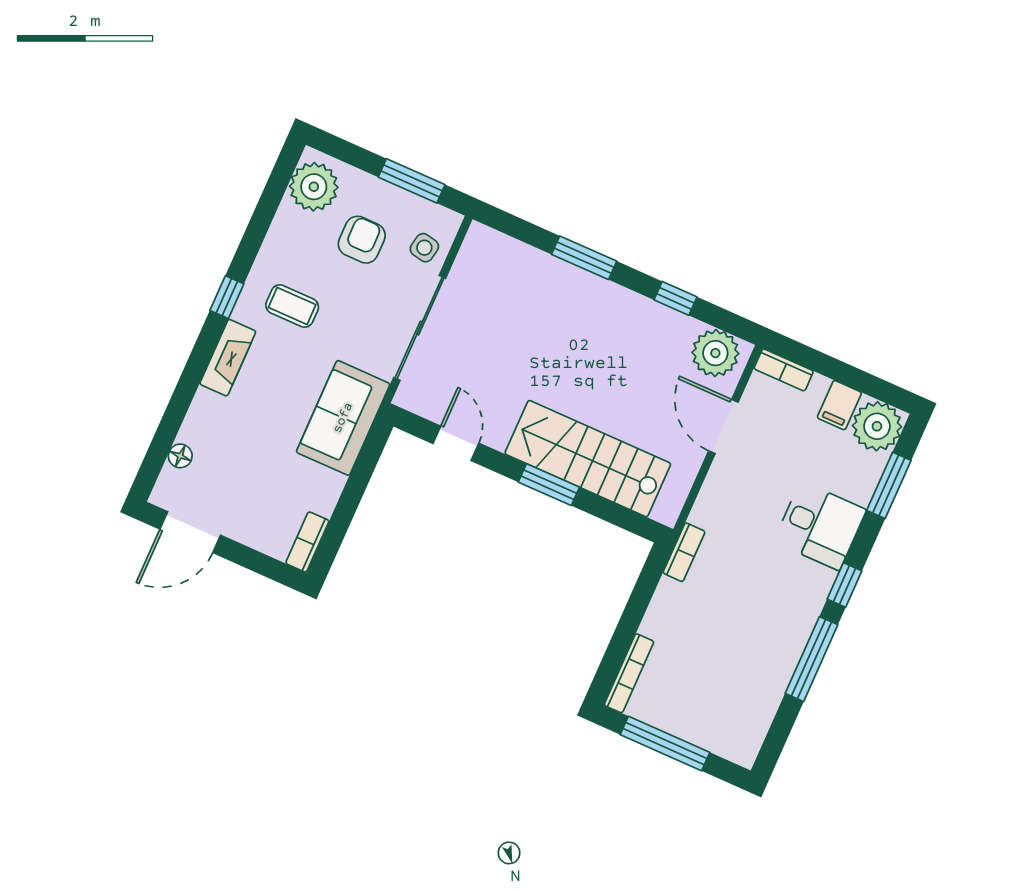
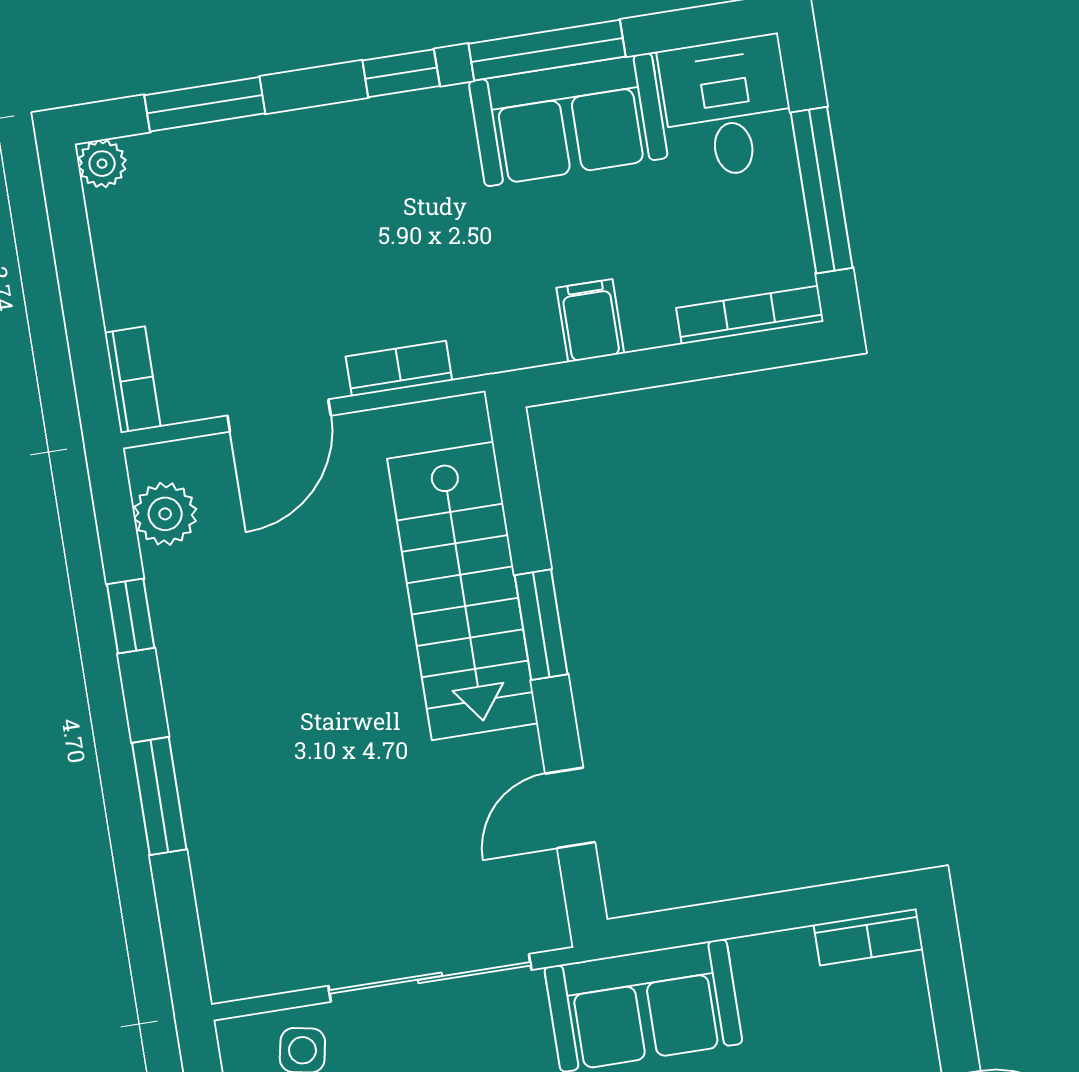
plant: (715, 353) -> (165, 514), width x0.73, depth x0.73
filing cabinet: (839, 405) -> (590, 321), moved, turned -90
plant: (877, 426) -> (102, 164), width x0.53, depth x0.53
desk: (820, 526) -> (727, 107), moved
bookcase: (684, 552) -> (399, 369), moved
sofa: (773, 648) -> (568, 120), added

